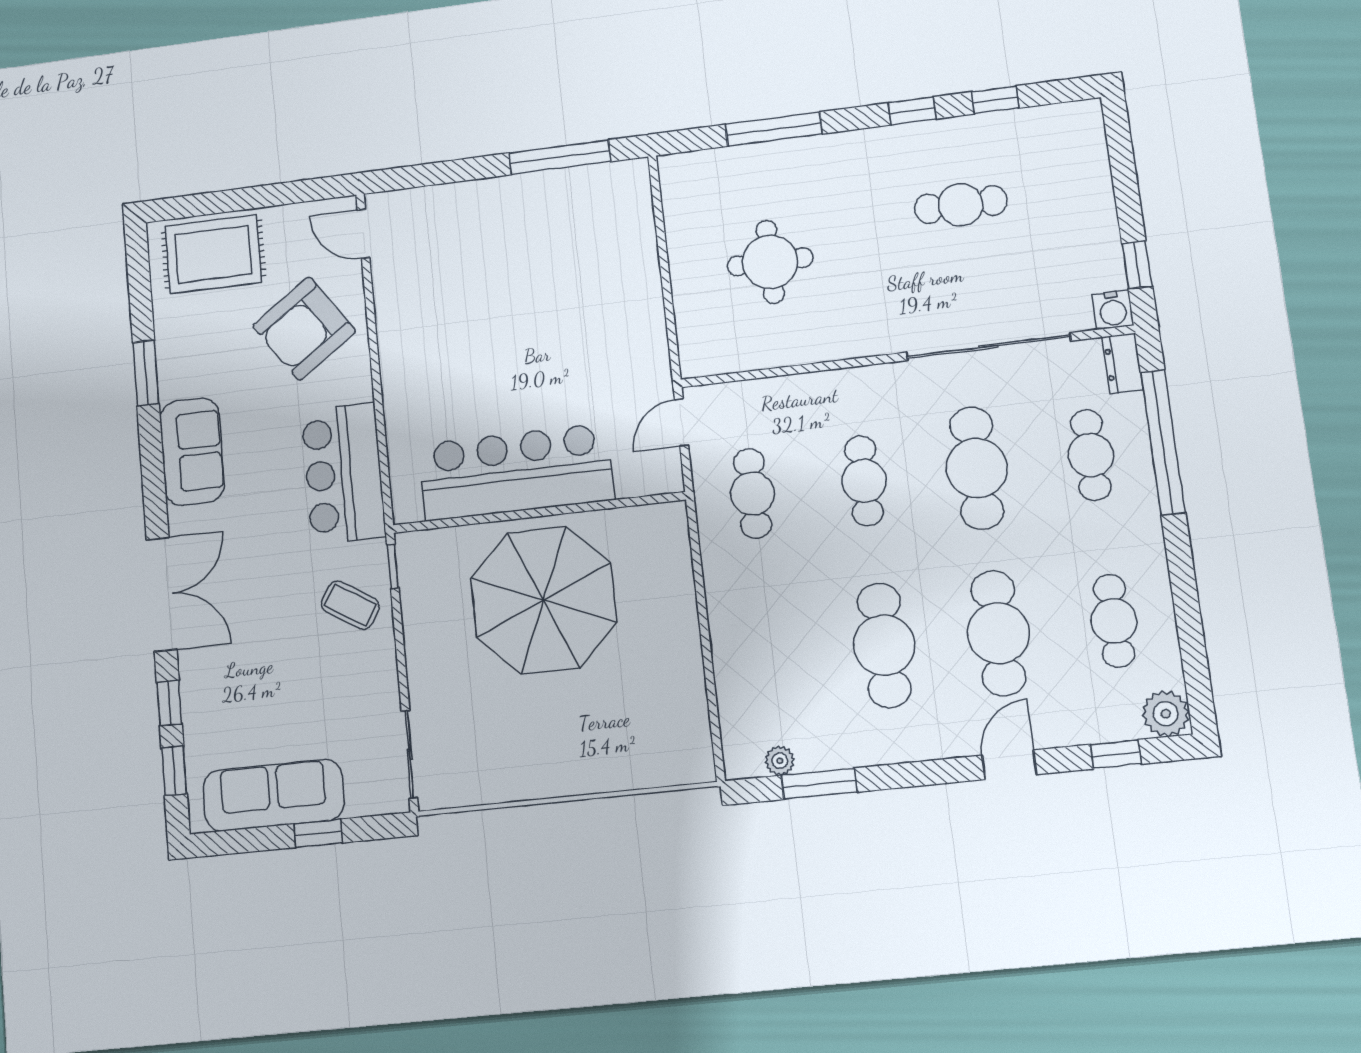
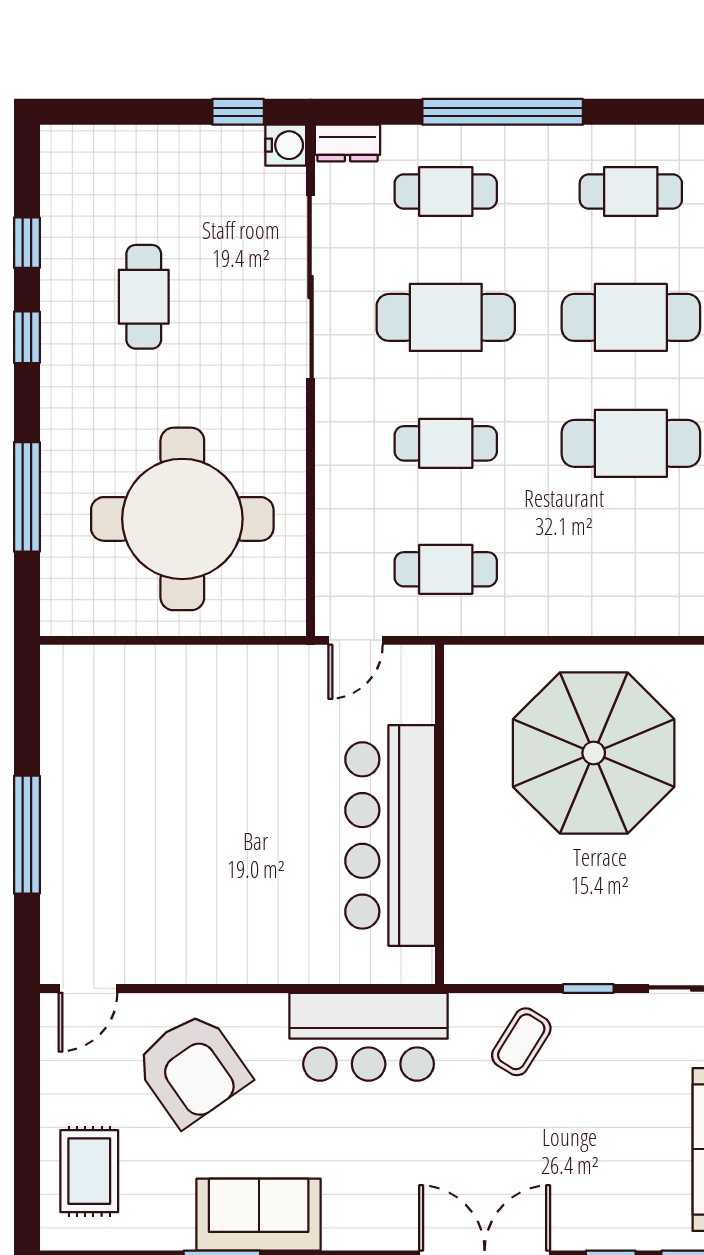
window: (560, 157) -> (27, 835), moved
rug: (213, 254) -> (89, 1171), width x0.73, depth x0.70
round table: (770, 262) -> (182, 519), width x1.86, depth x1.86
door: (681, 423) -> (356, 640), hinge flipped
window: (1163, 442) -> (503, 112), moved
sofa: (192, 452) -> (259, 1215), moved
window: (393, 566) -> (588, 988), moved
parasol: (544, 600) -> (594, 753), moved

